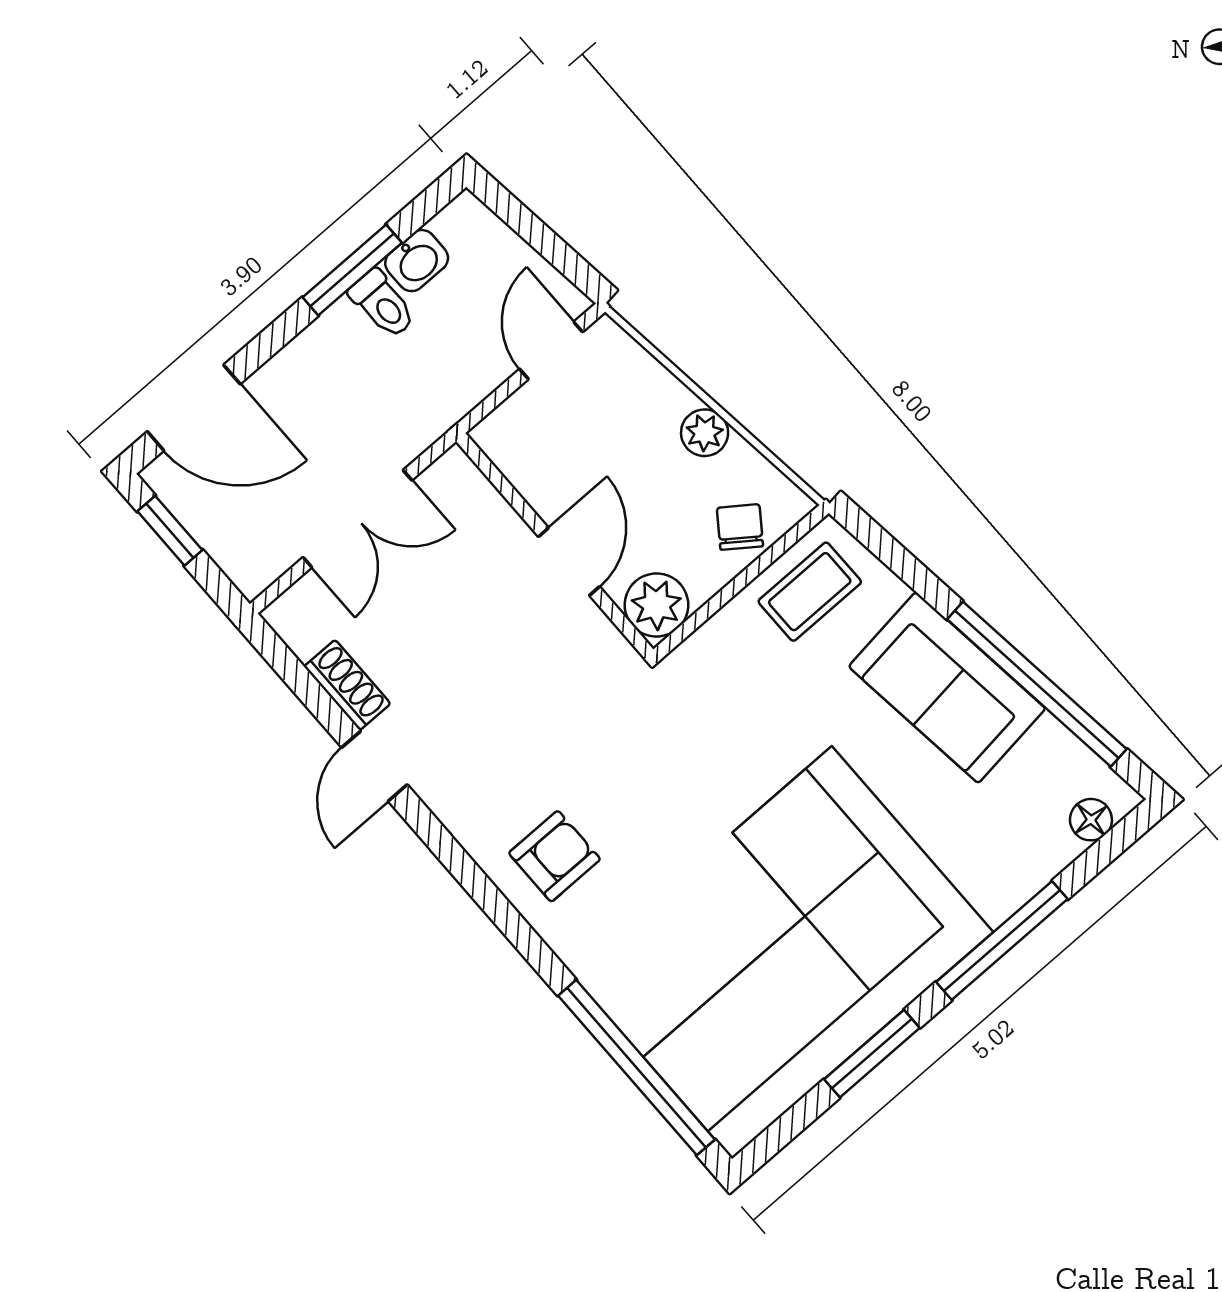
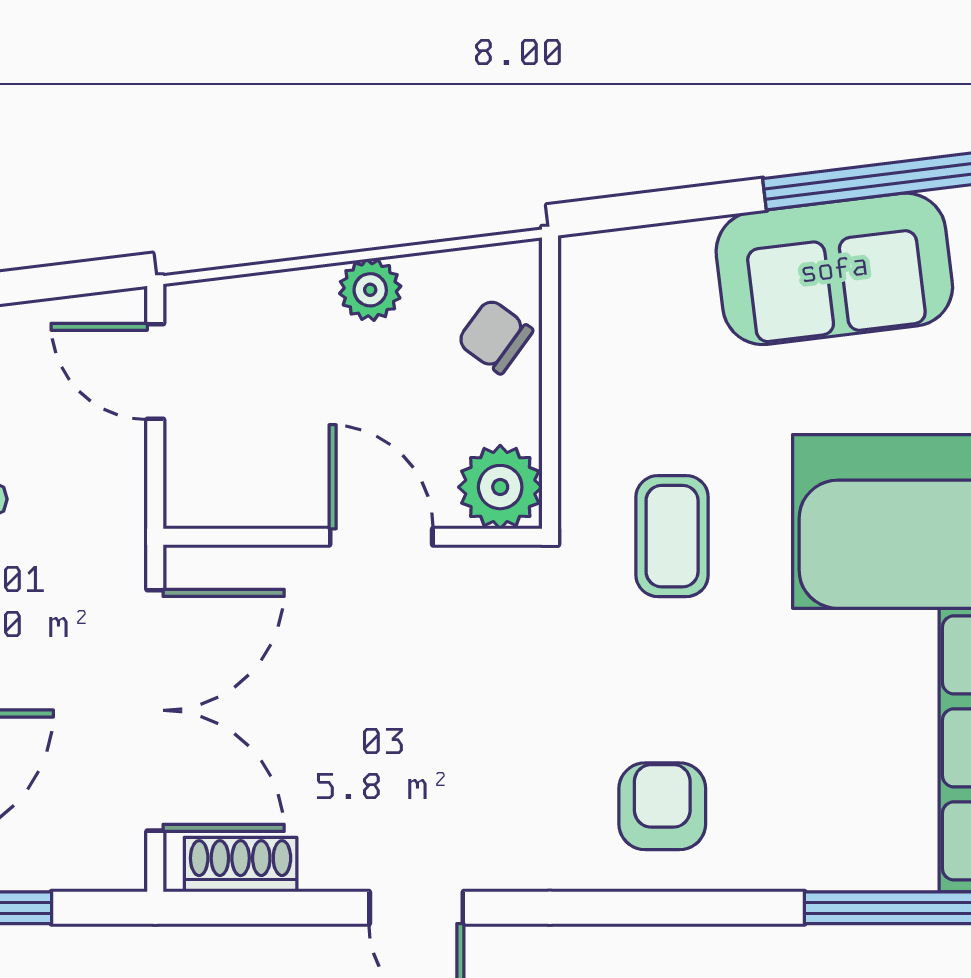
double door: (357, 519) -> (155, 710), width x1.37
coffee table: (810, 592) -> (672, 536), moved
shoe rack: (347, 685) -> (241, 865), moved

